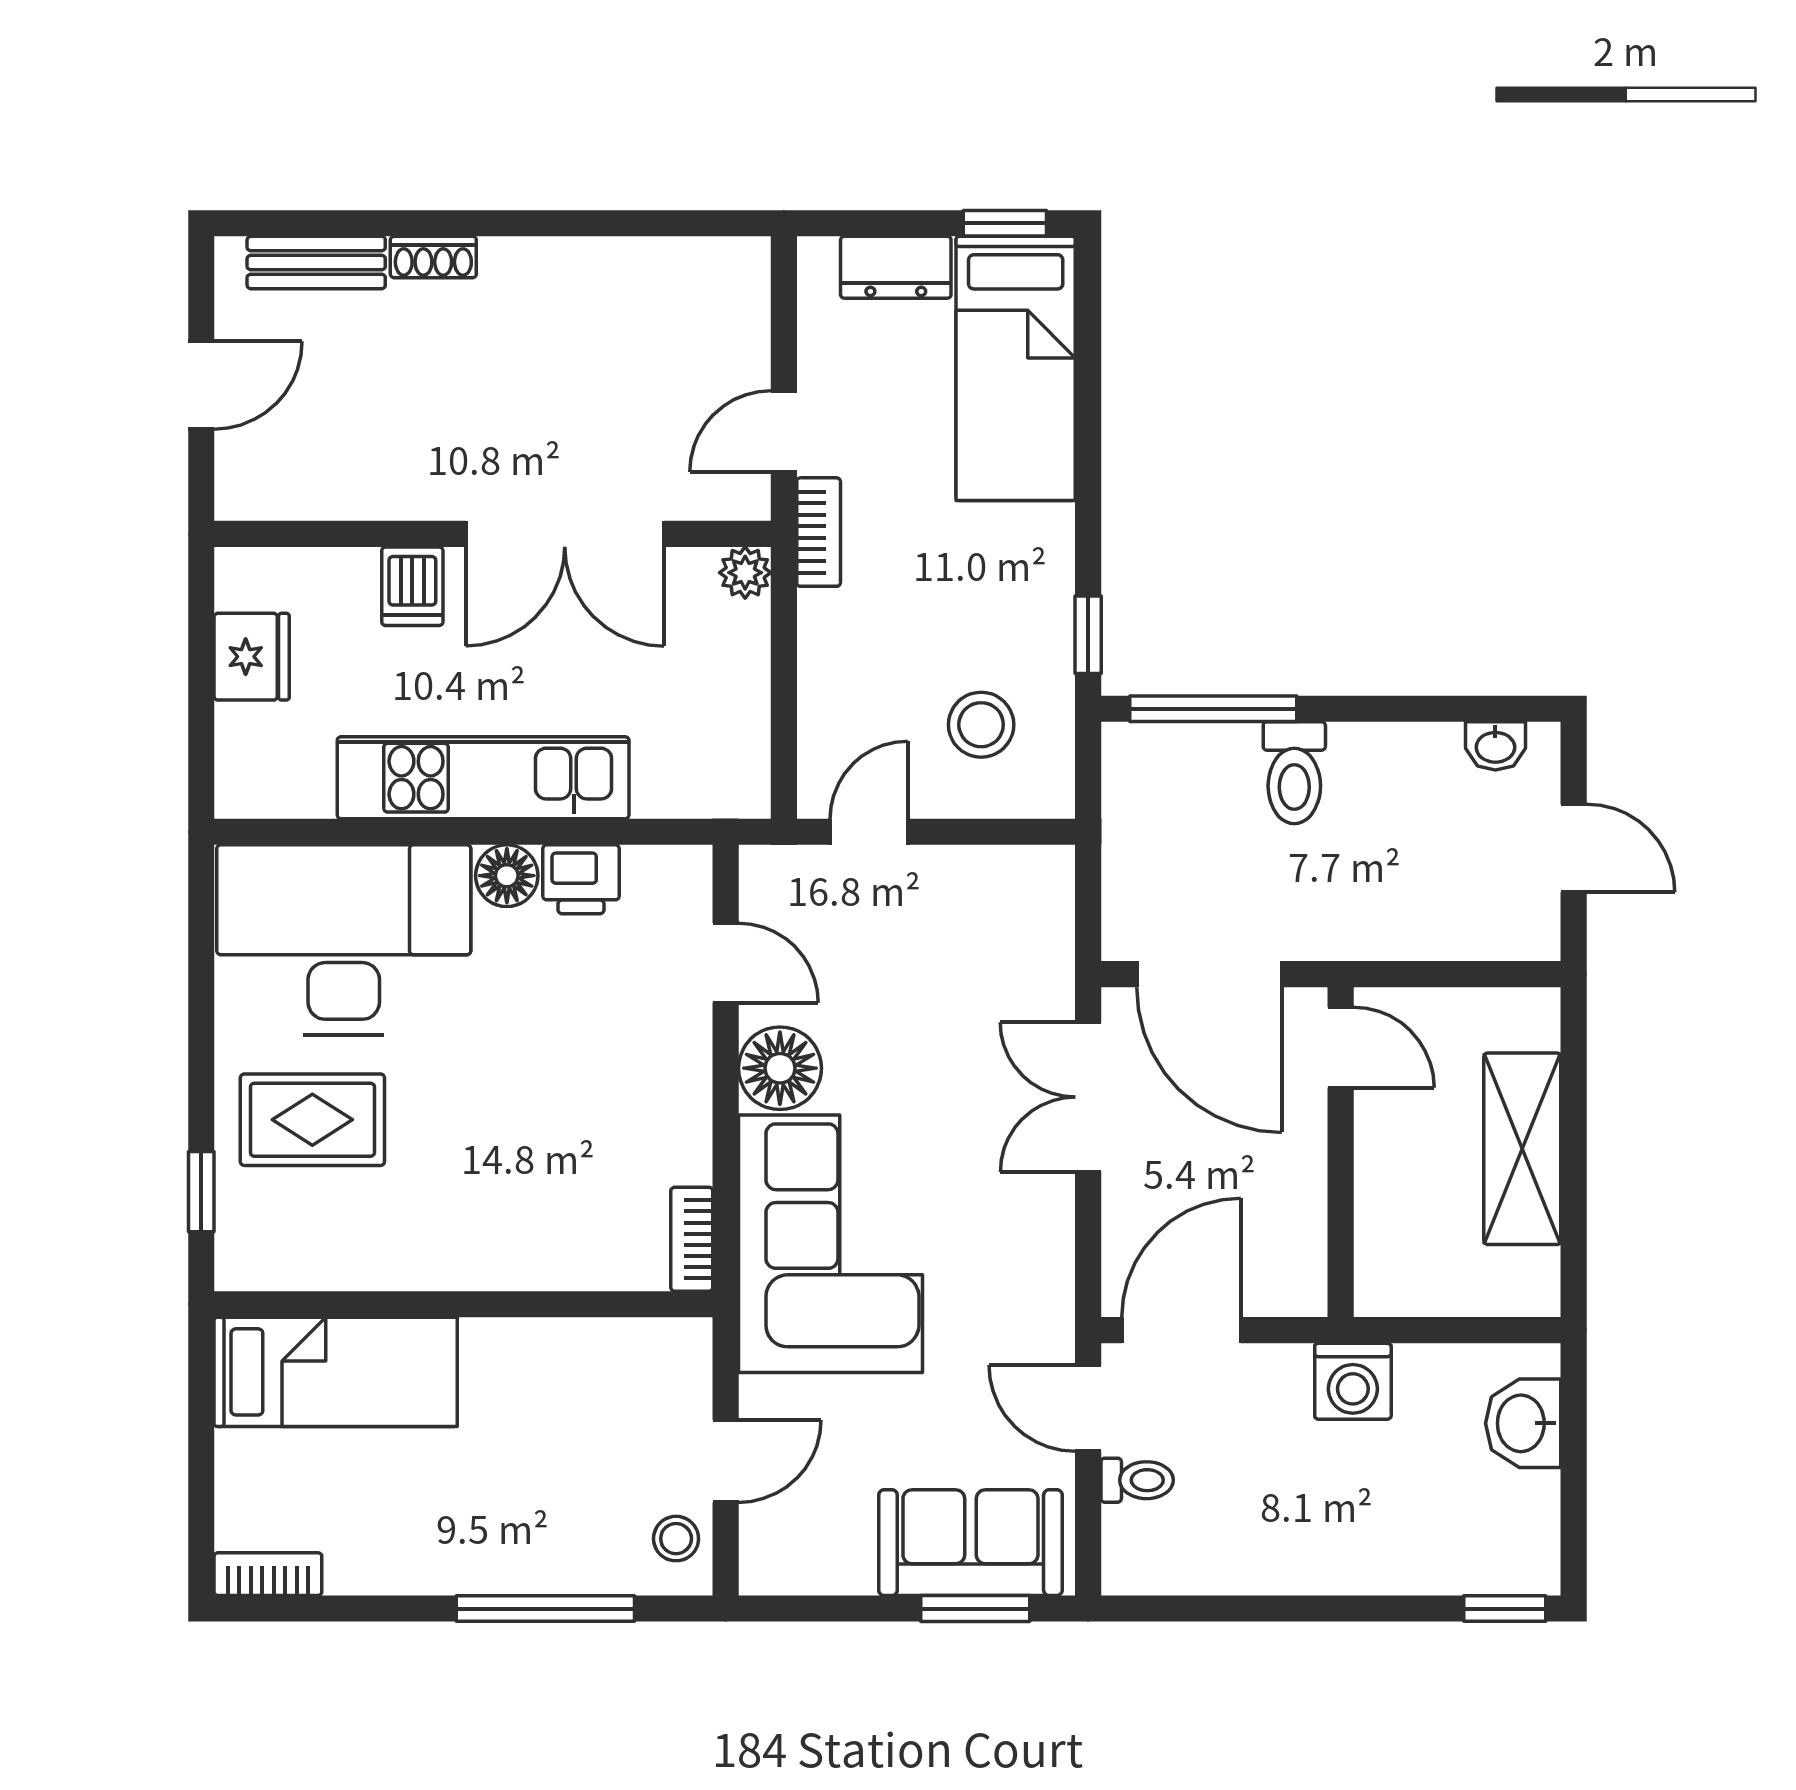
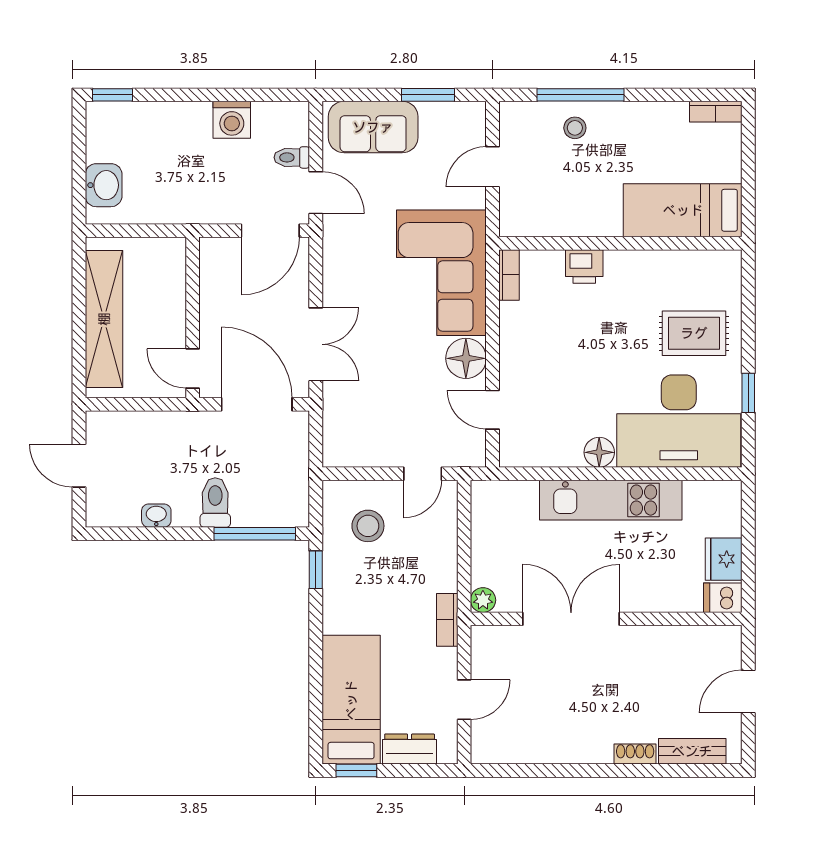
door: (784, 432) -> (464, 700), moved
dishwasher: (412, 586) -> (723, 598), moved, turned -90
washbasin: (1495, 746) -> (156, 516), moved
printer: (581, 879) -> (584, 266), moved, turned 180
shelving: (1522, 1149) -> (104, 319), width x1.47
window: (201, 1192) -> (748, 393), moved
washing machine: (1353, 1381) -> (232, 120), moved, turned 180
stool: (676, 1539) -> (575, 128), moved
window: (975, 1609) -> (428, 95), moved

